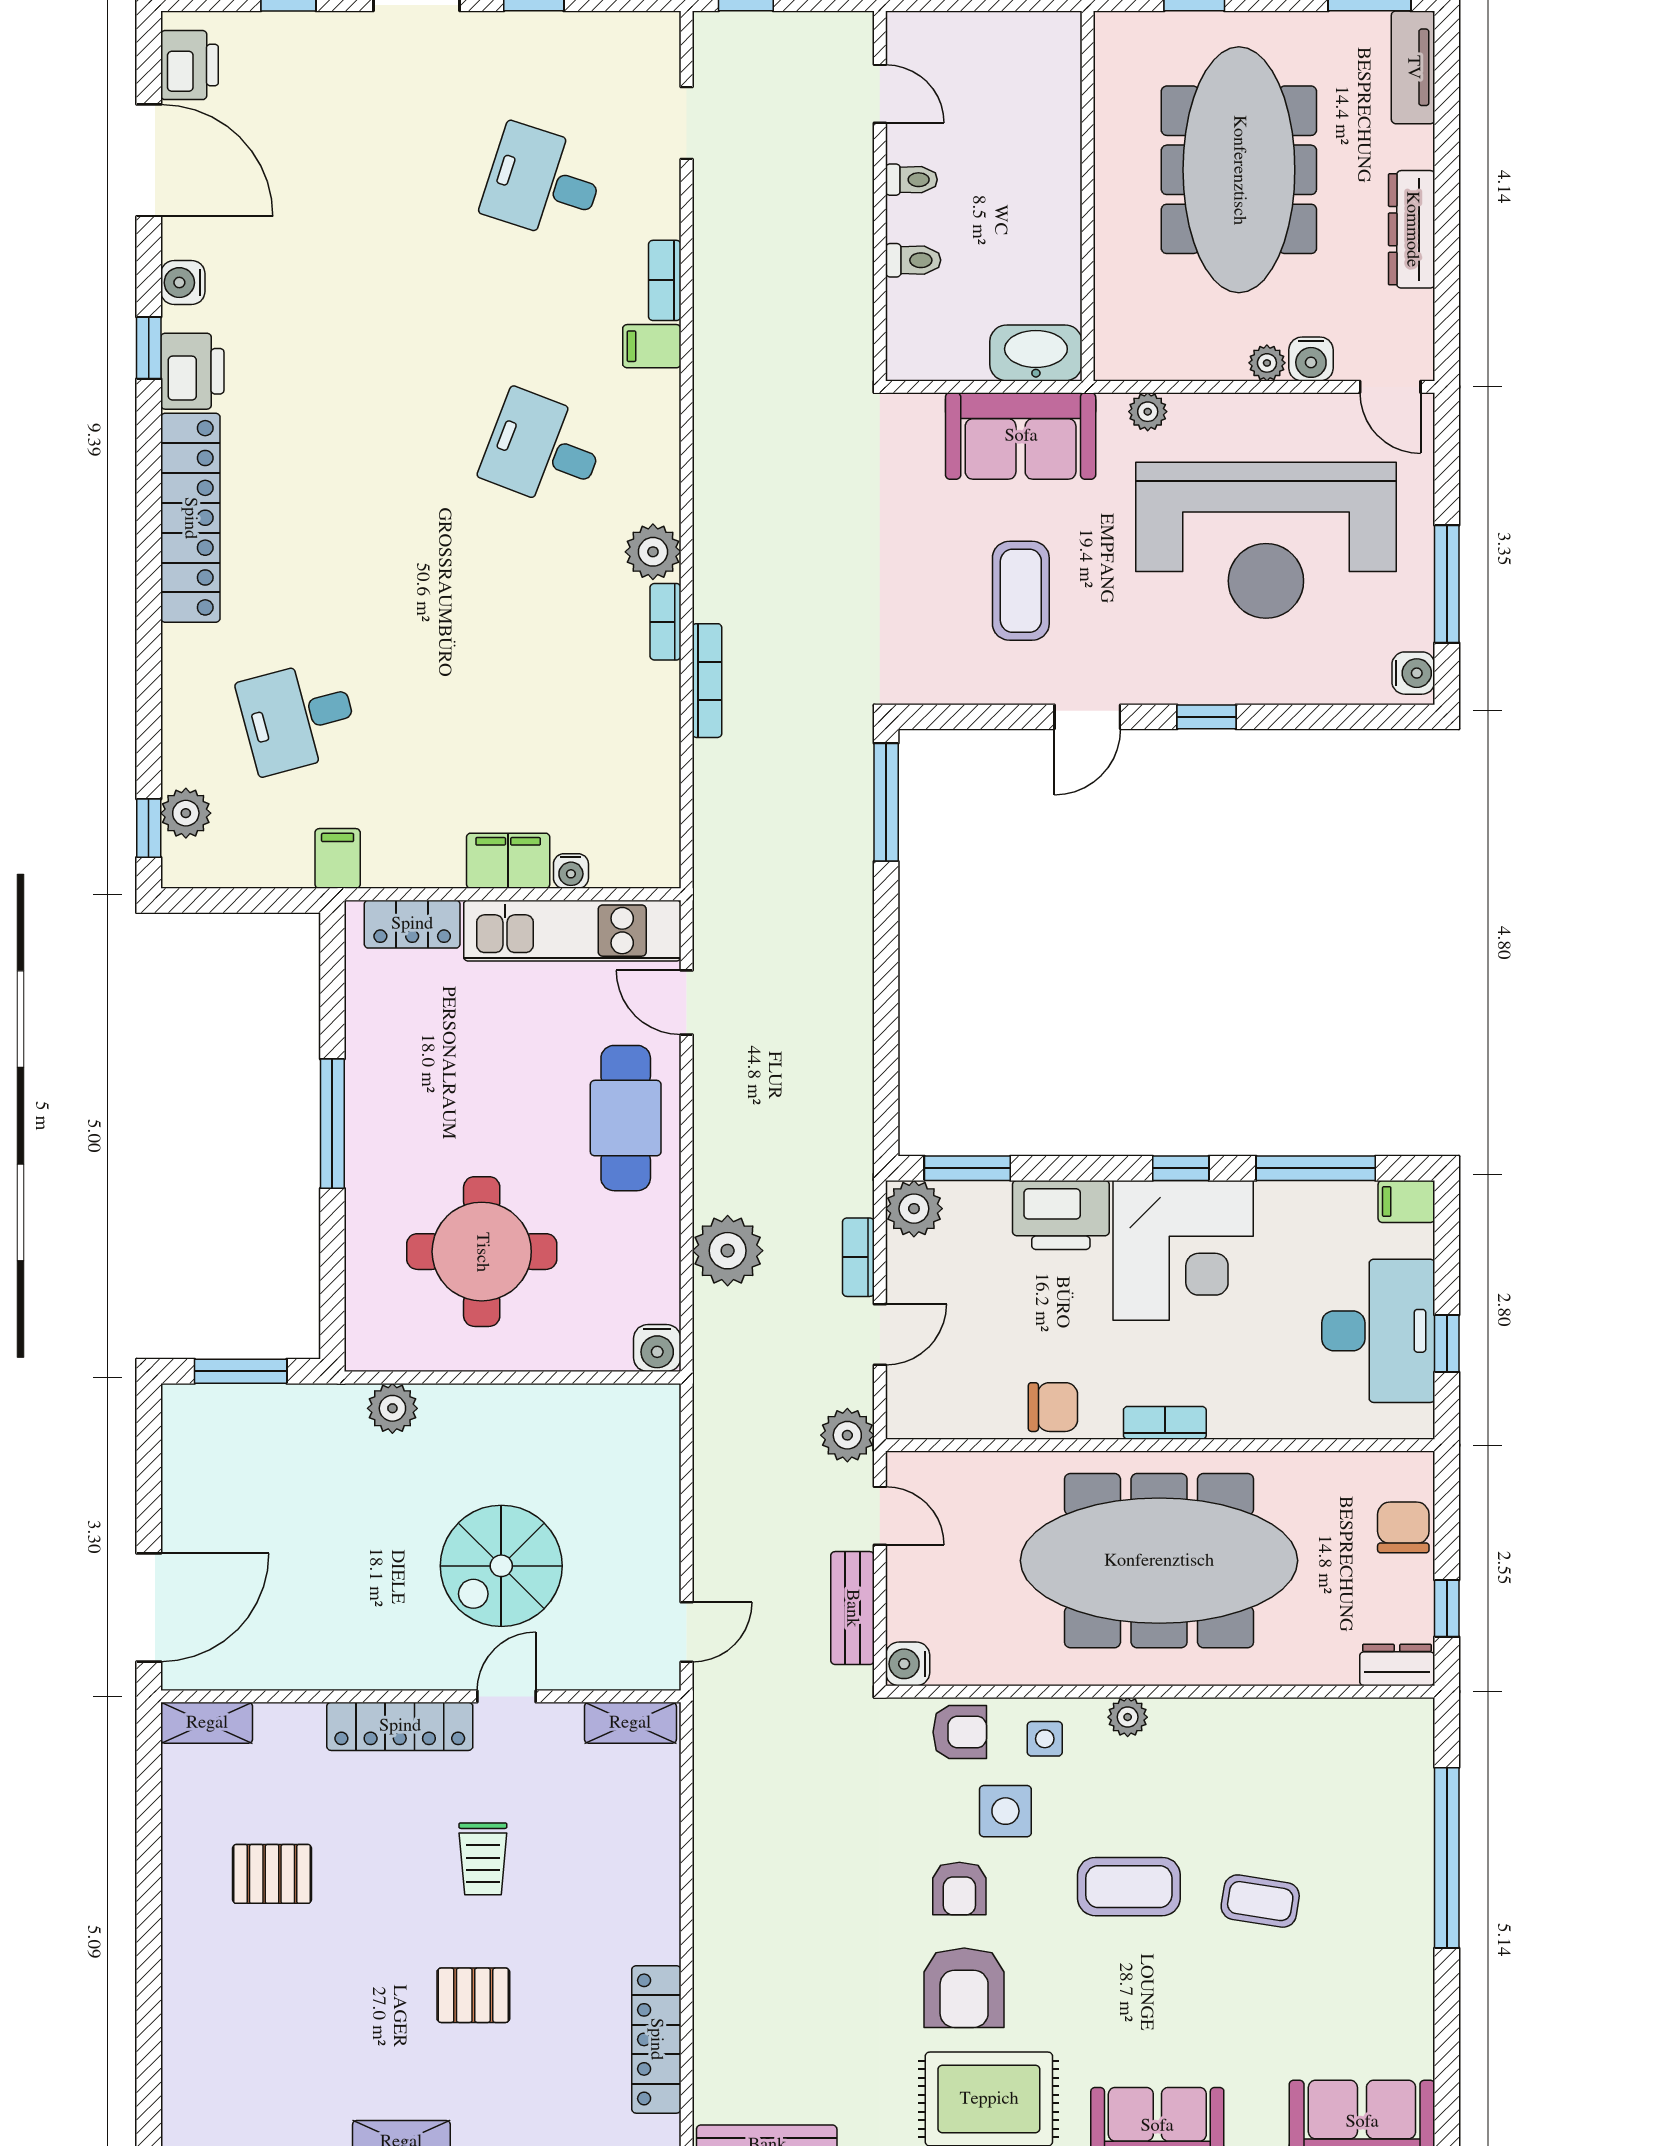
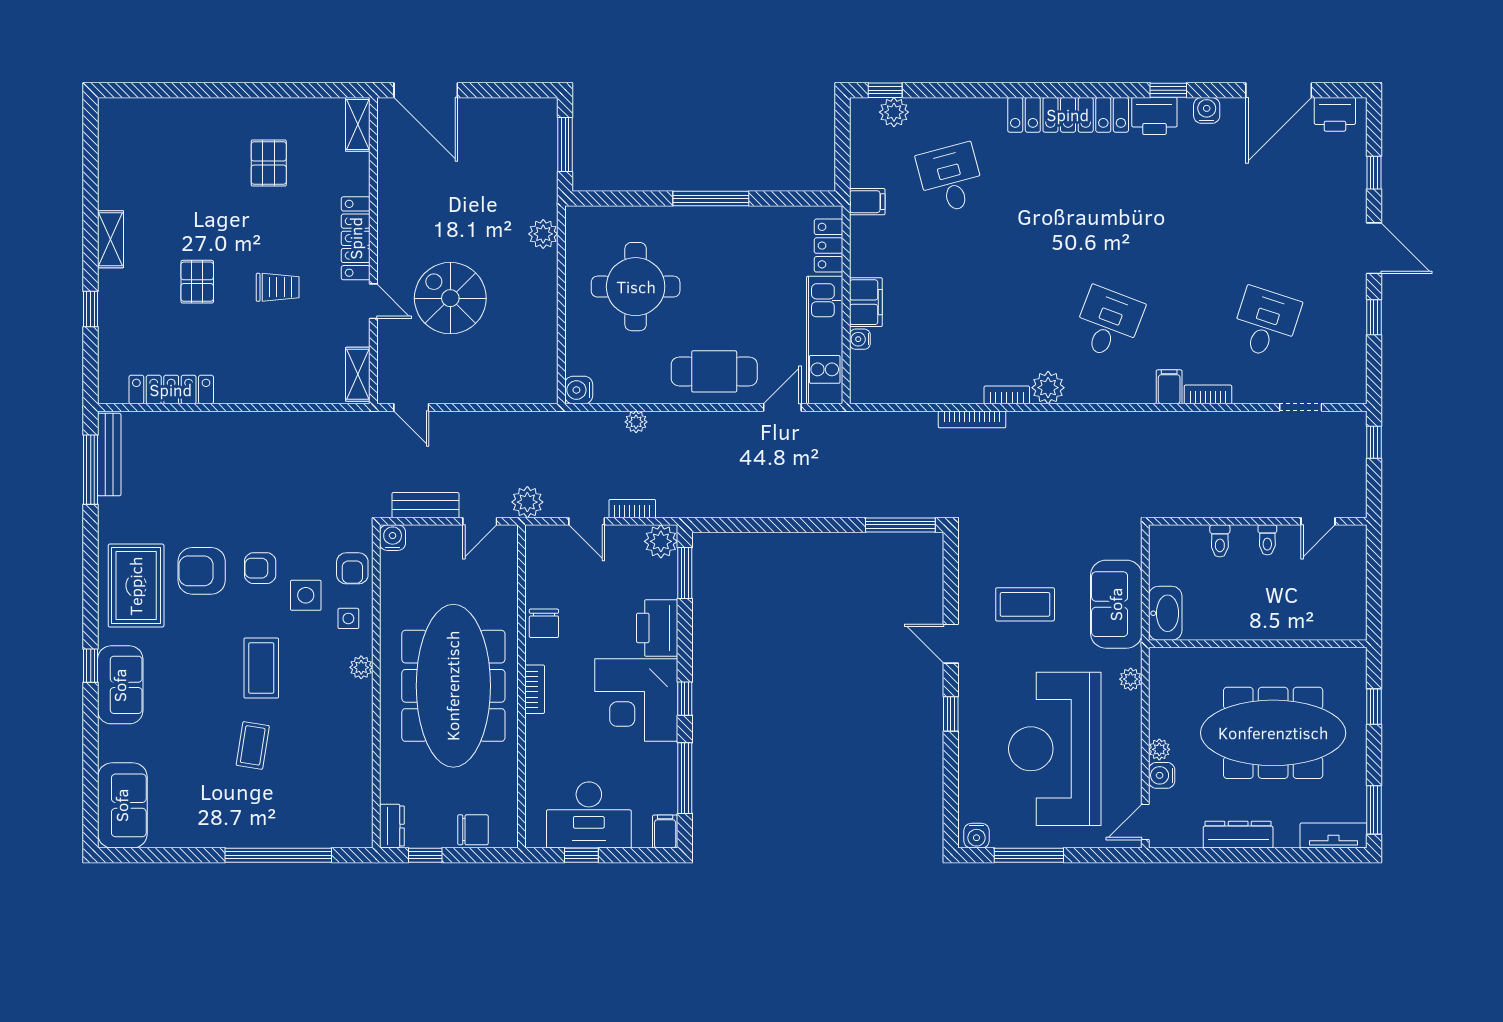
plant: (728, 1251) -> (636, 422), width x0.53, depth x0.53
trolley: (483, 1859) -> (278, 287), turned 180

